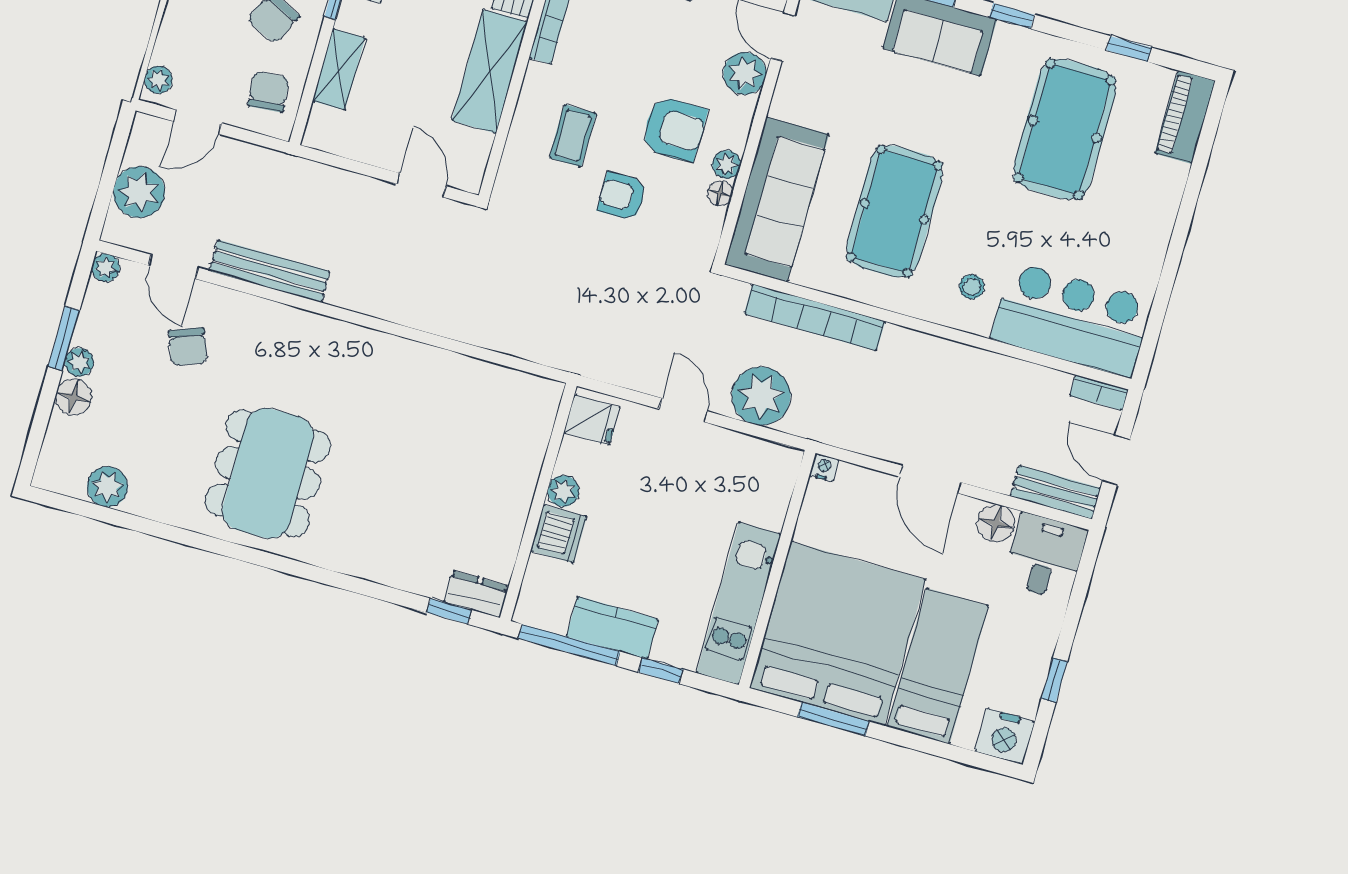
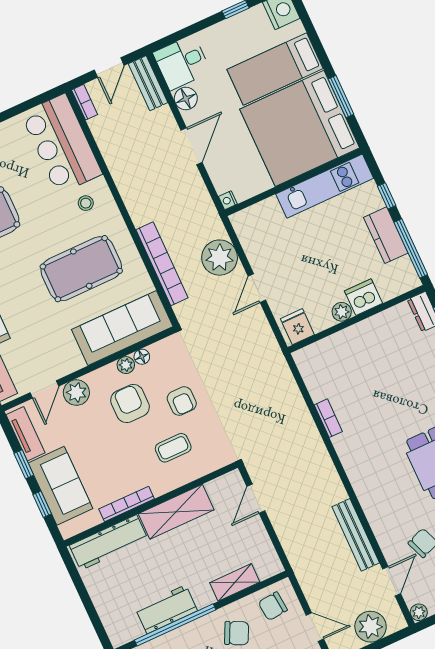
bookcase: (445, 361) -> (328, 418), added

